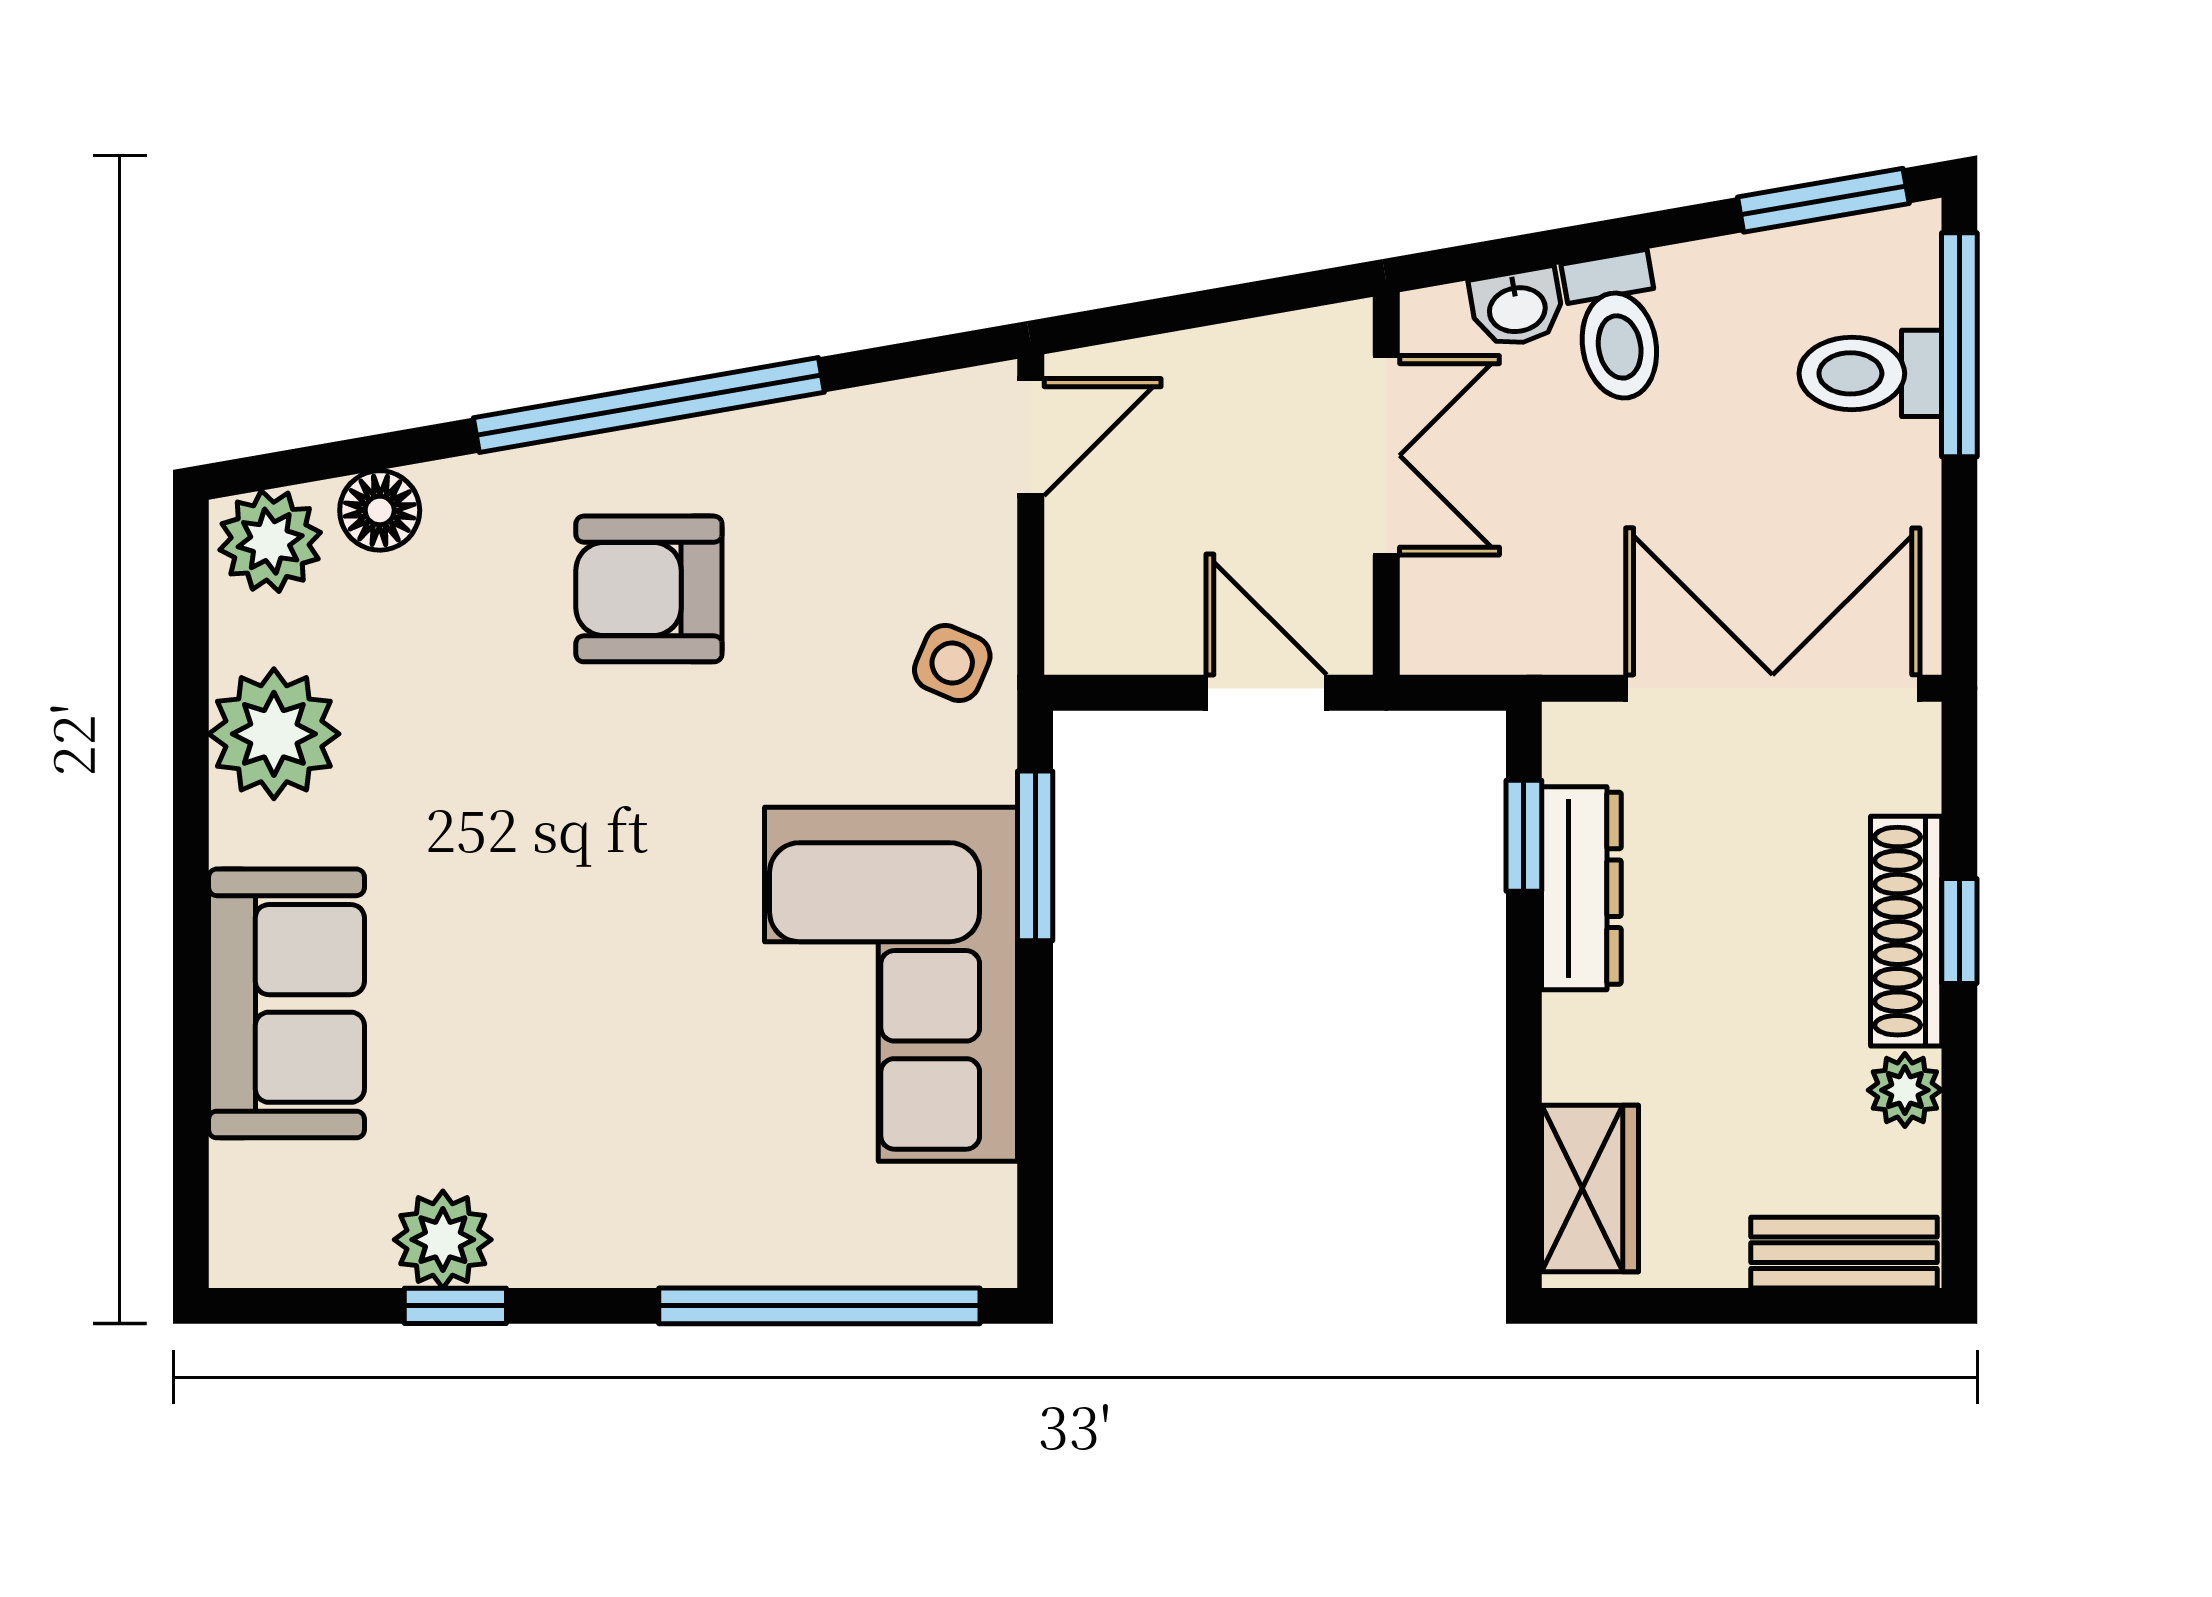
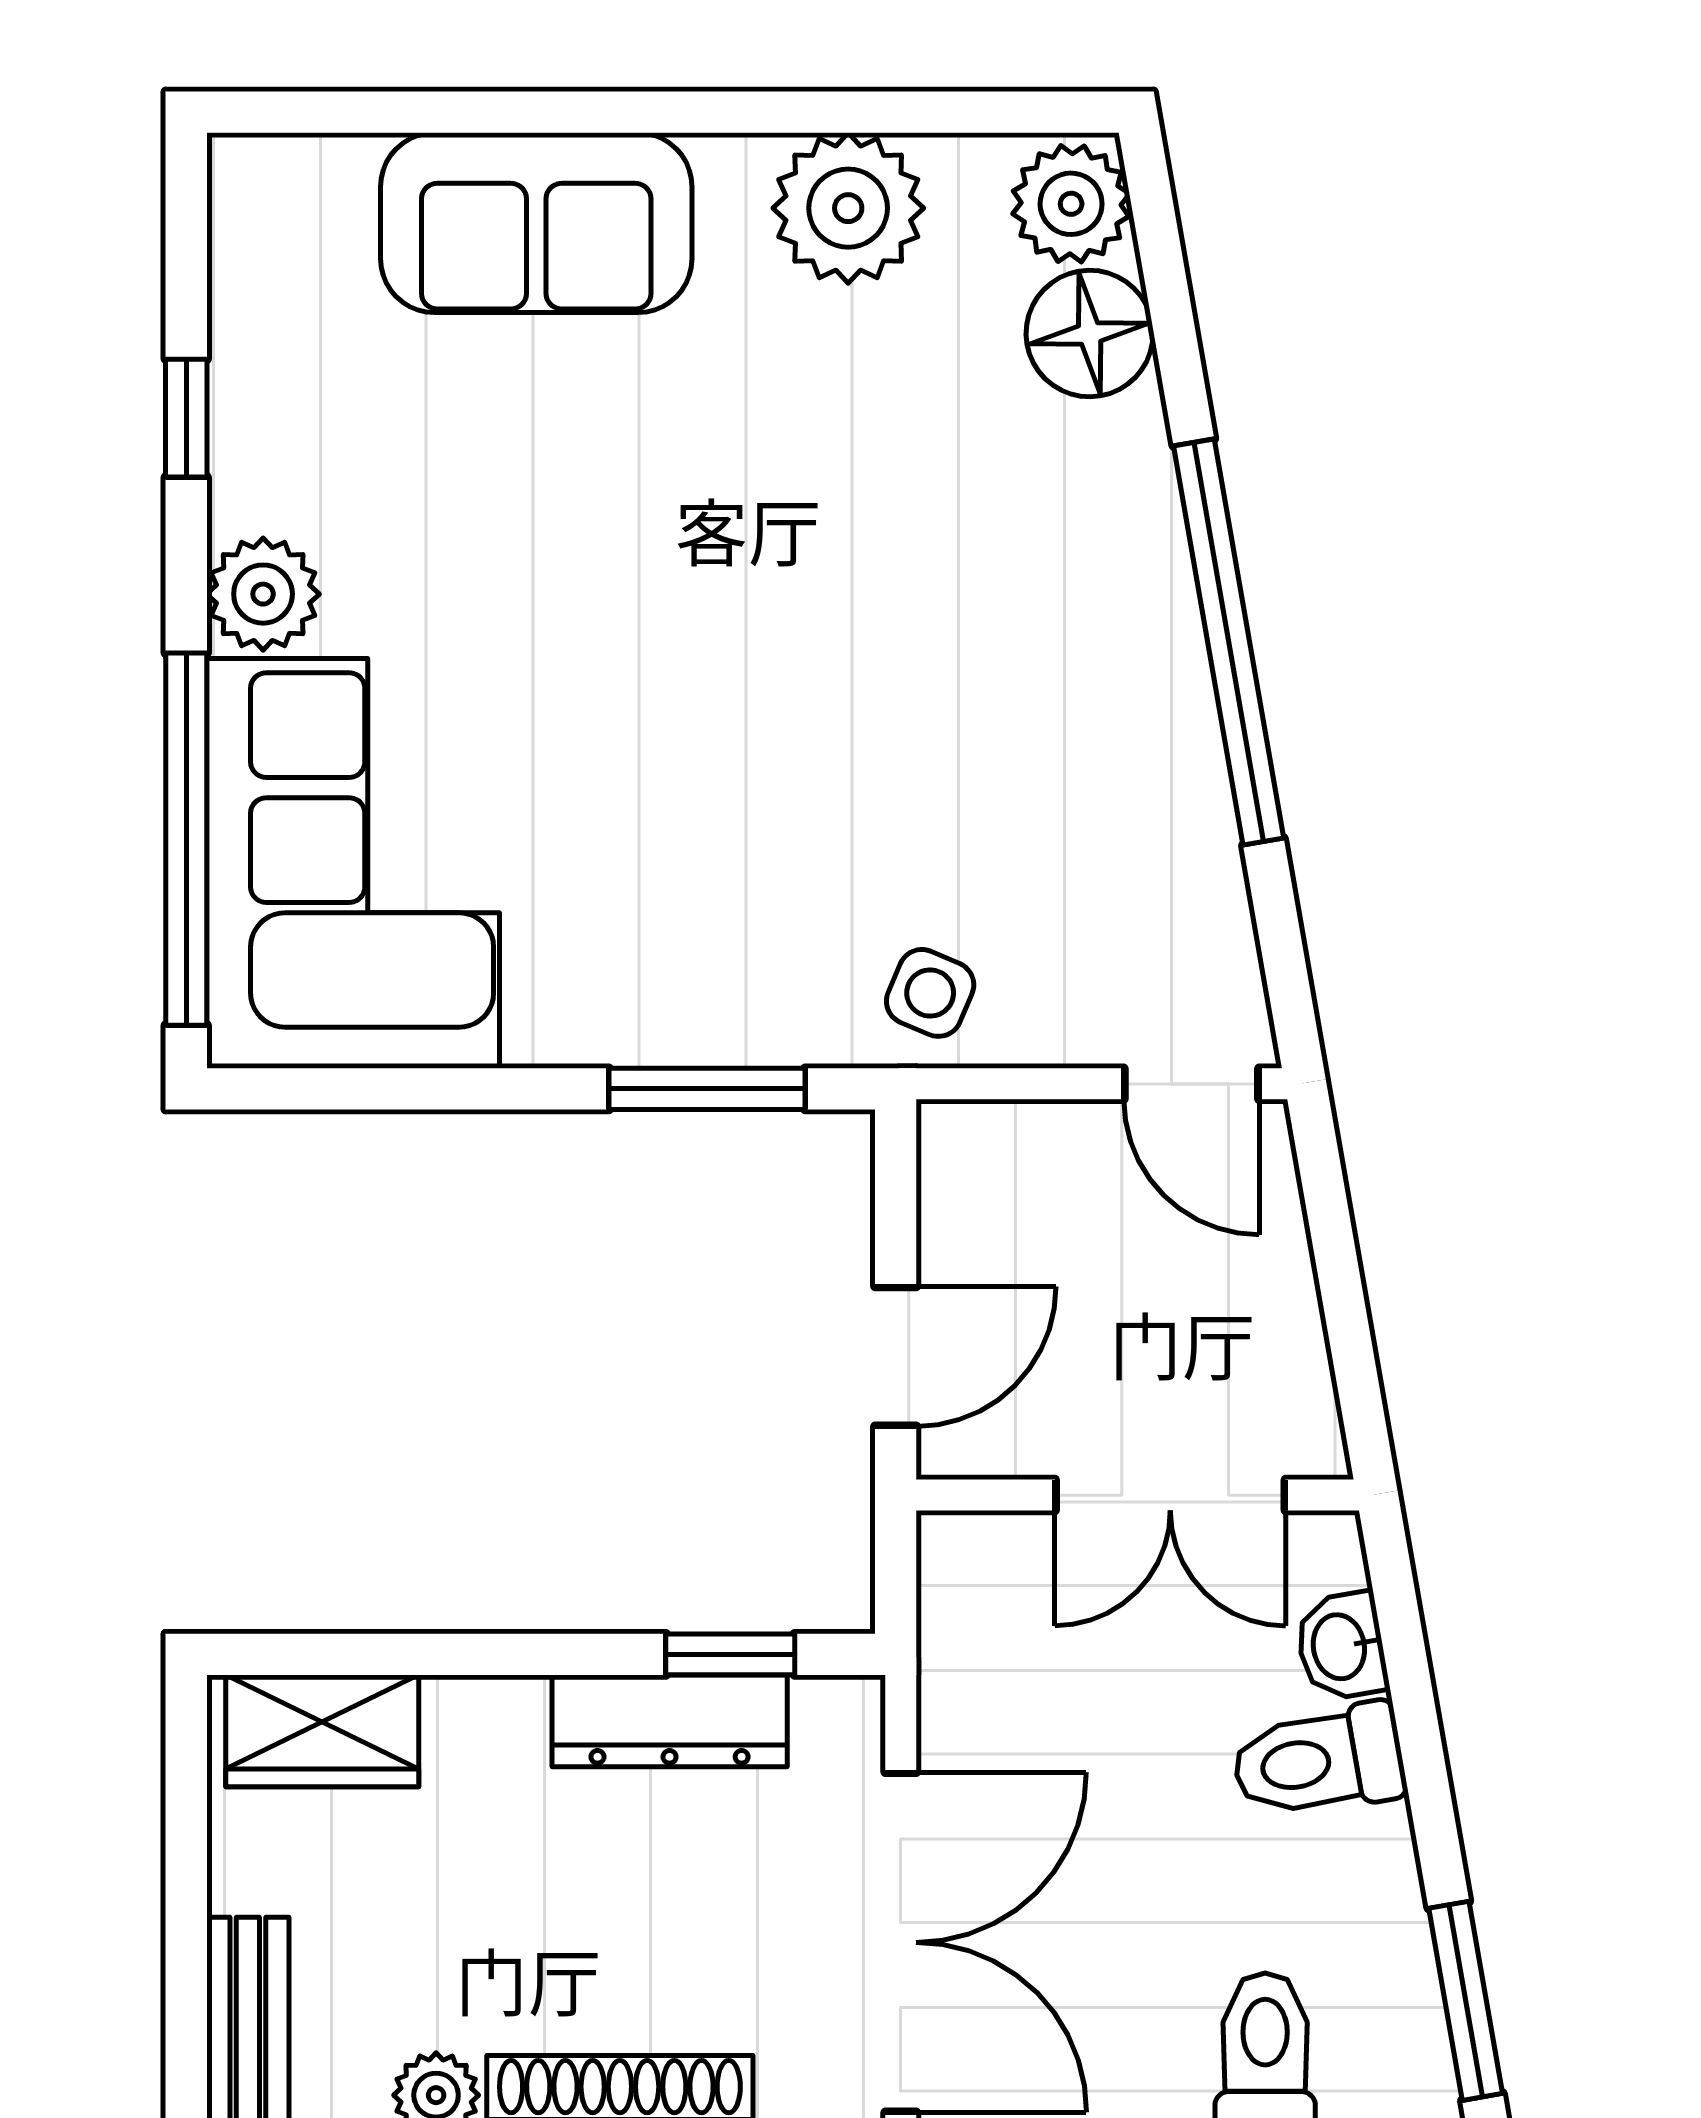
floor lamp: (380, 510) -> (1090, 334), width x1.38, depth x1.38
armchair: (649, 589) -> (1016, 642), removed
corner sofa: (891, 984) -> (353, 863), moved, turned 90
plant: (443, 1240) -> (263, 594), moved

